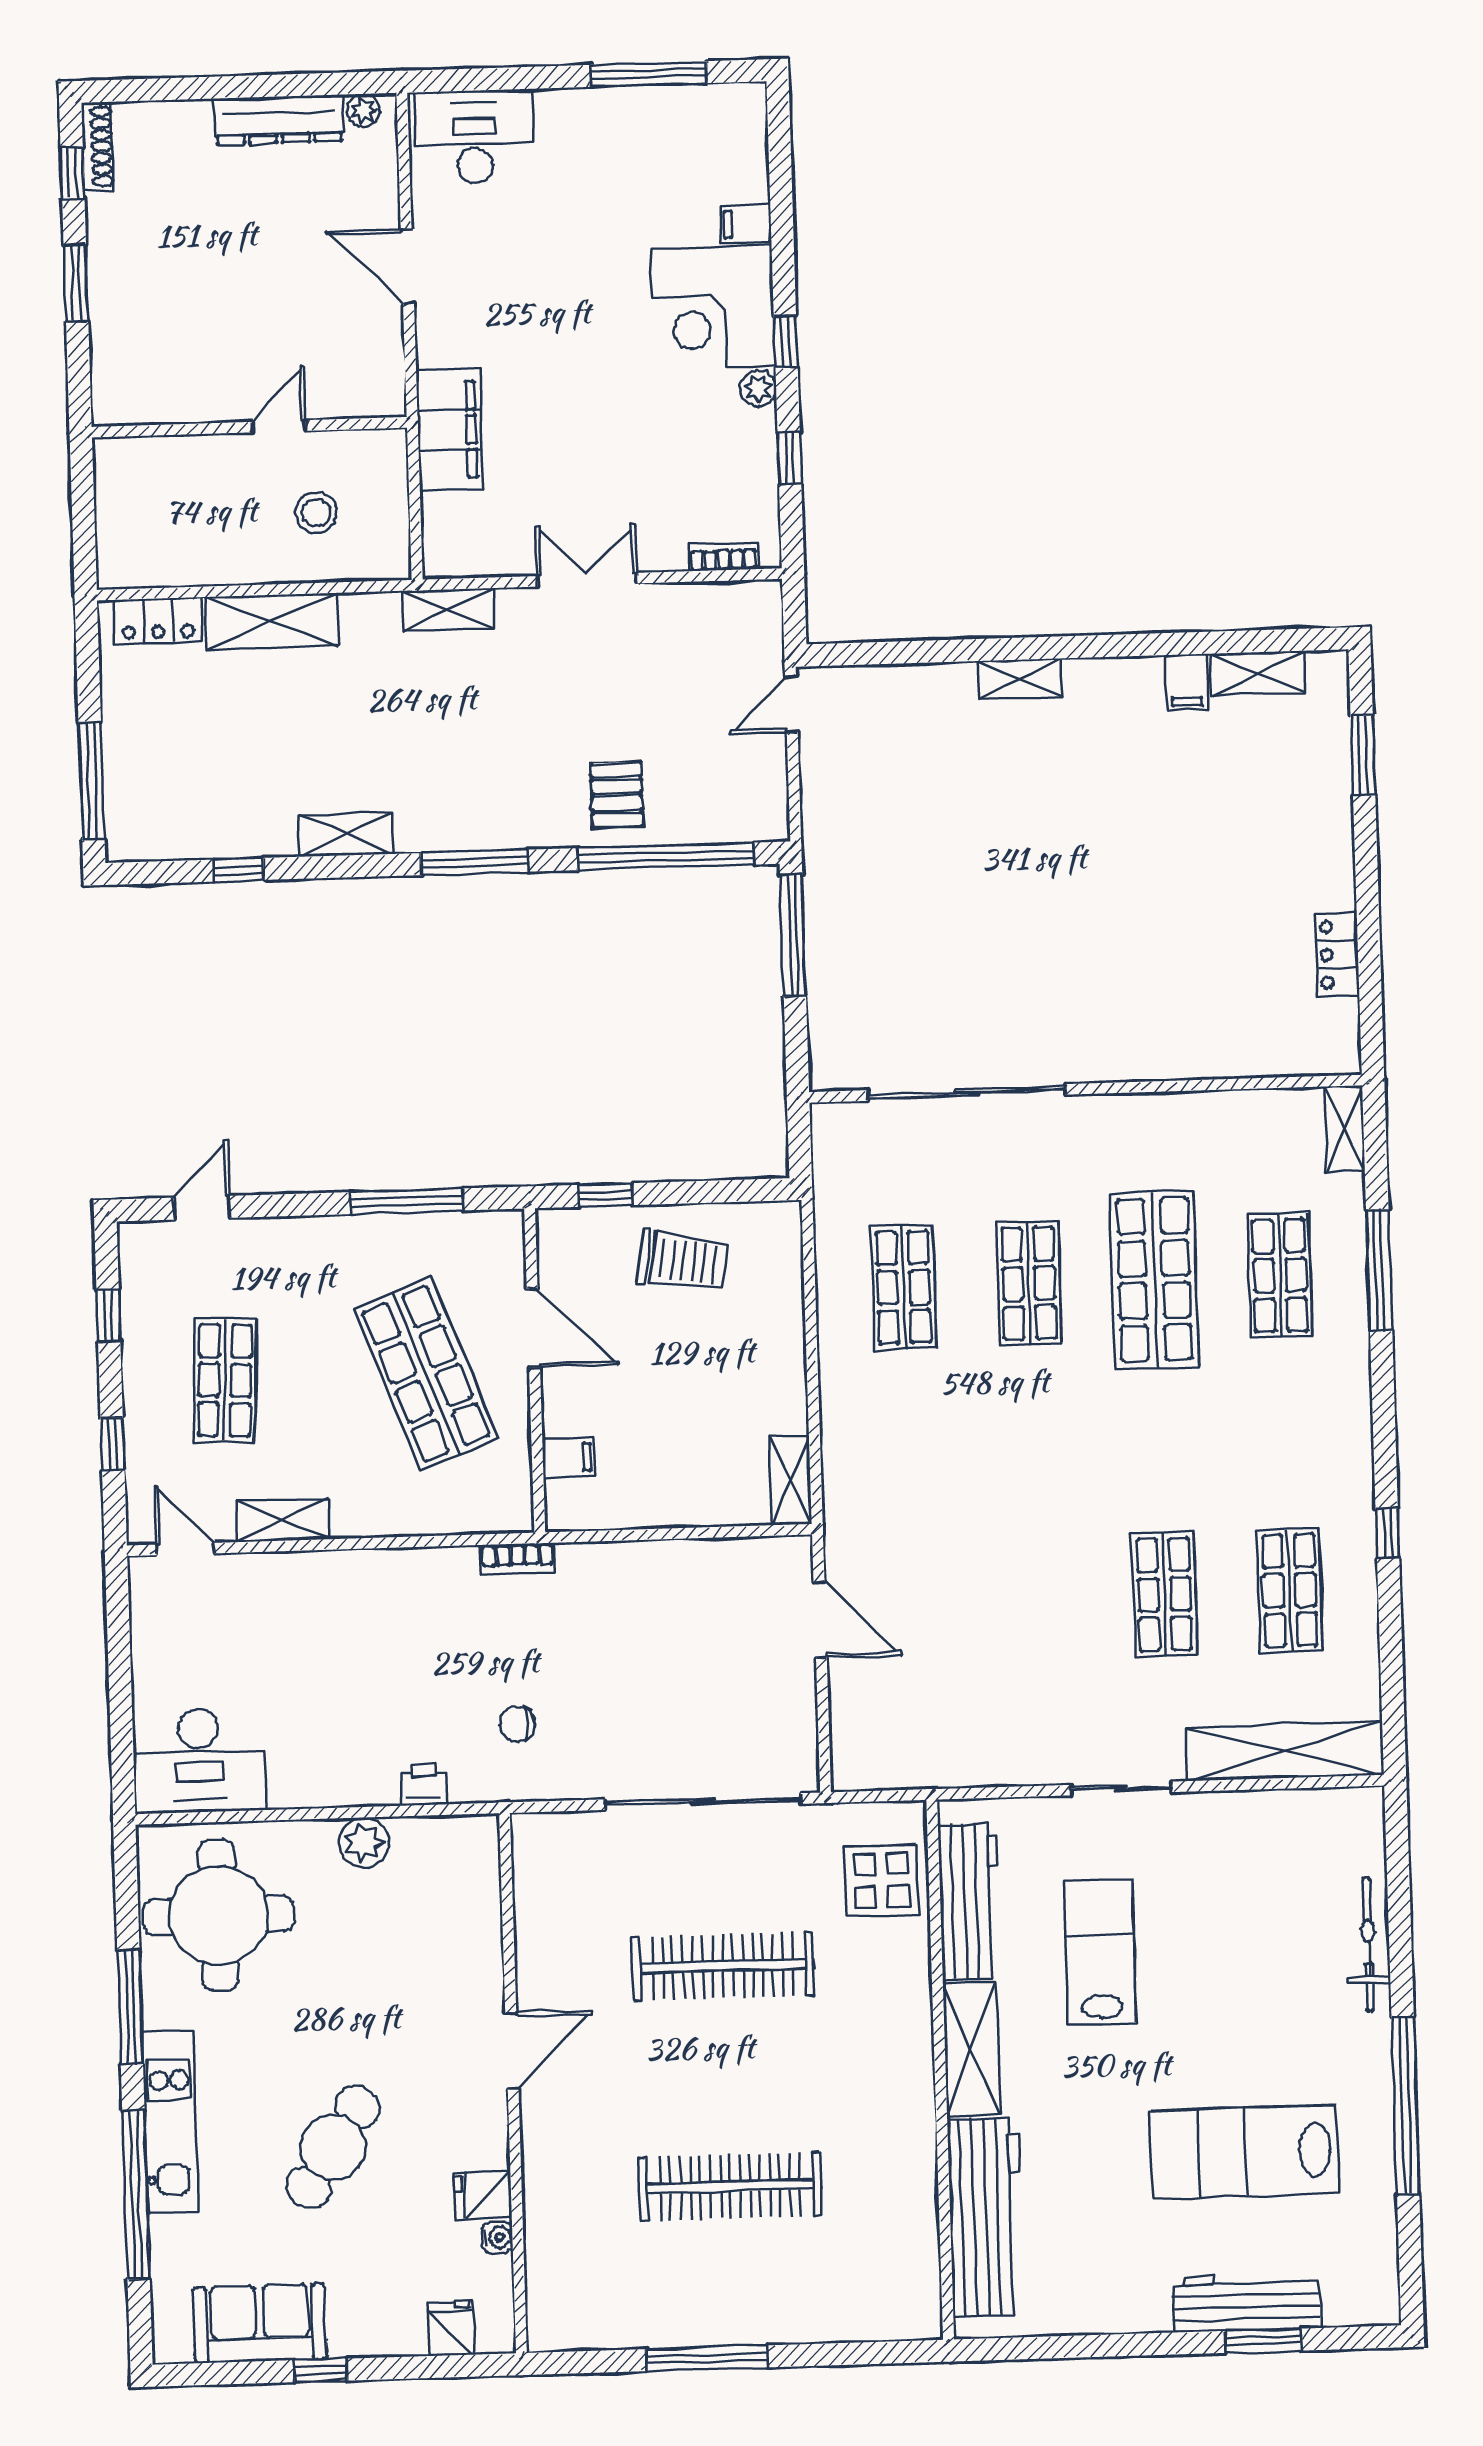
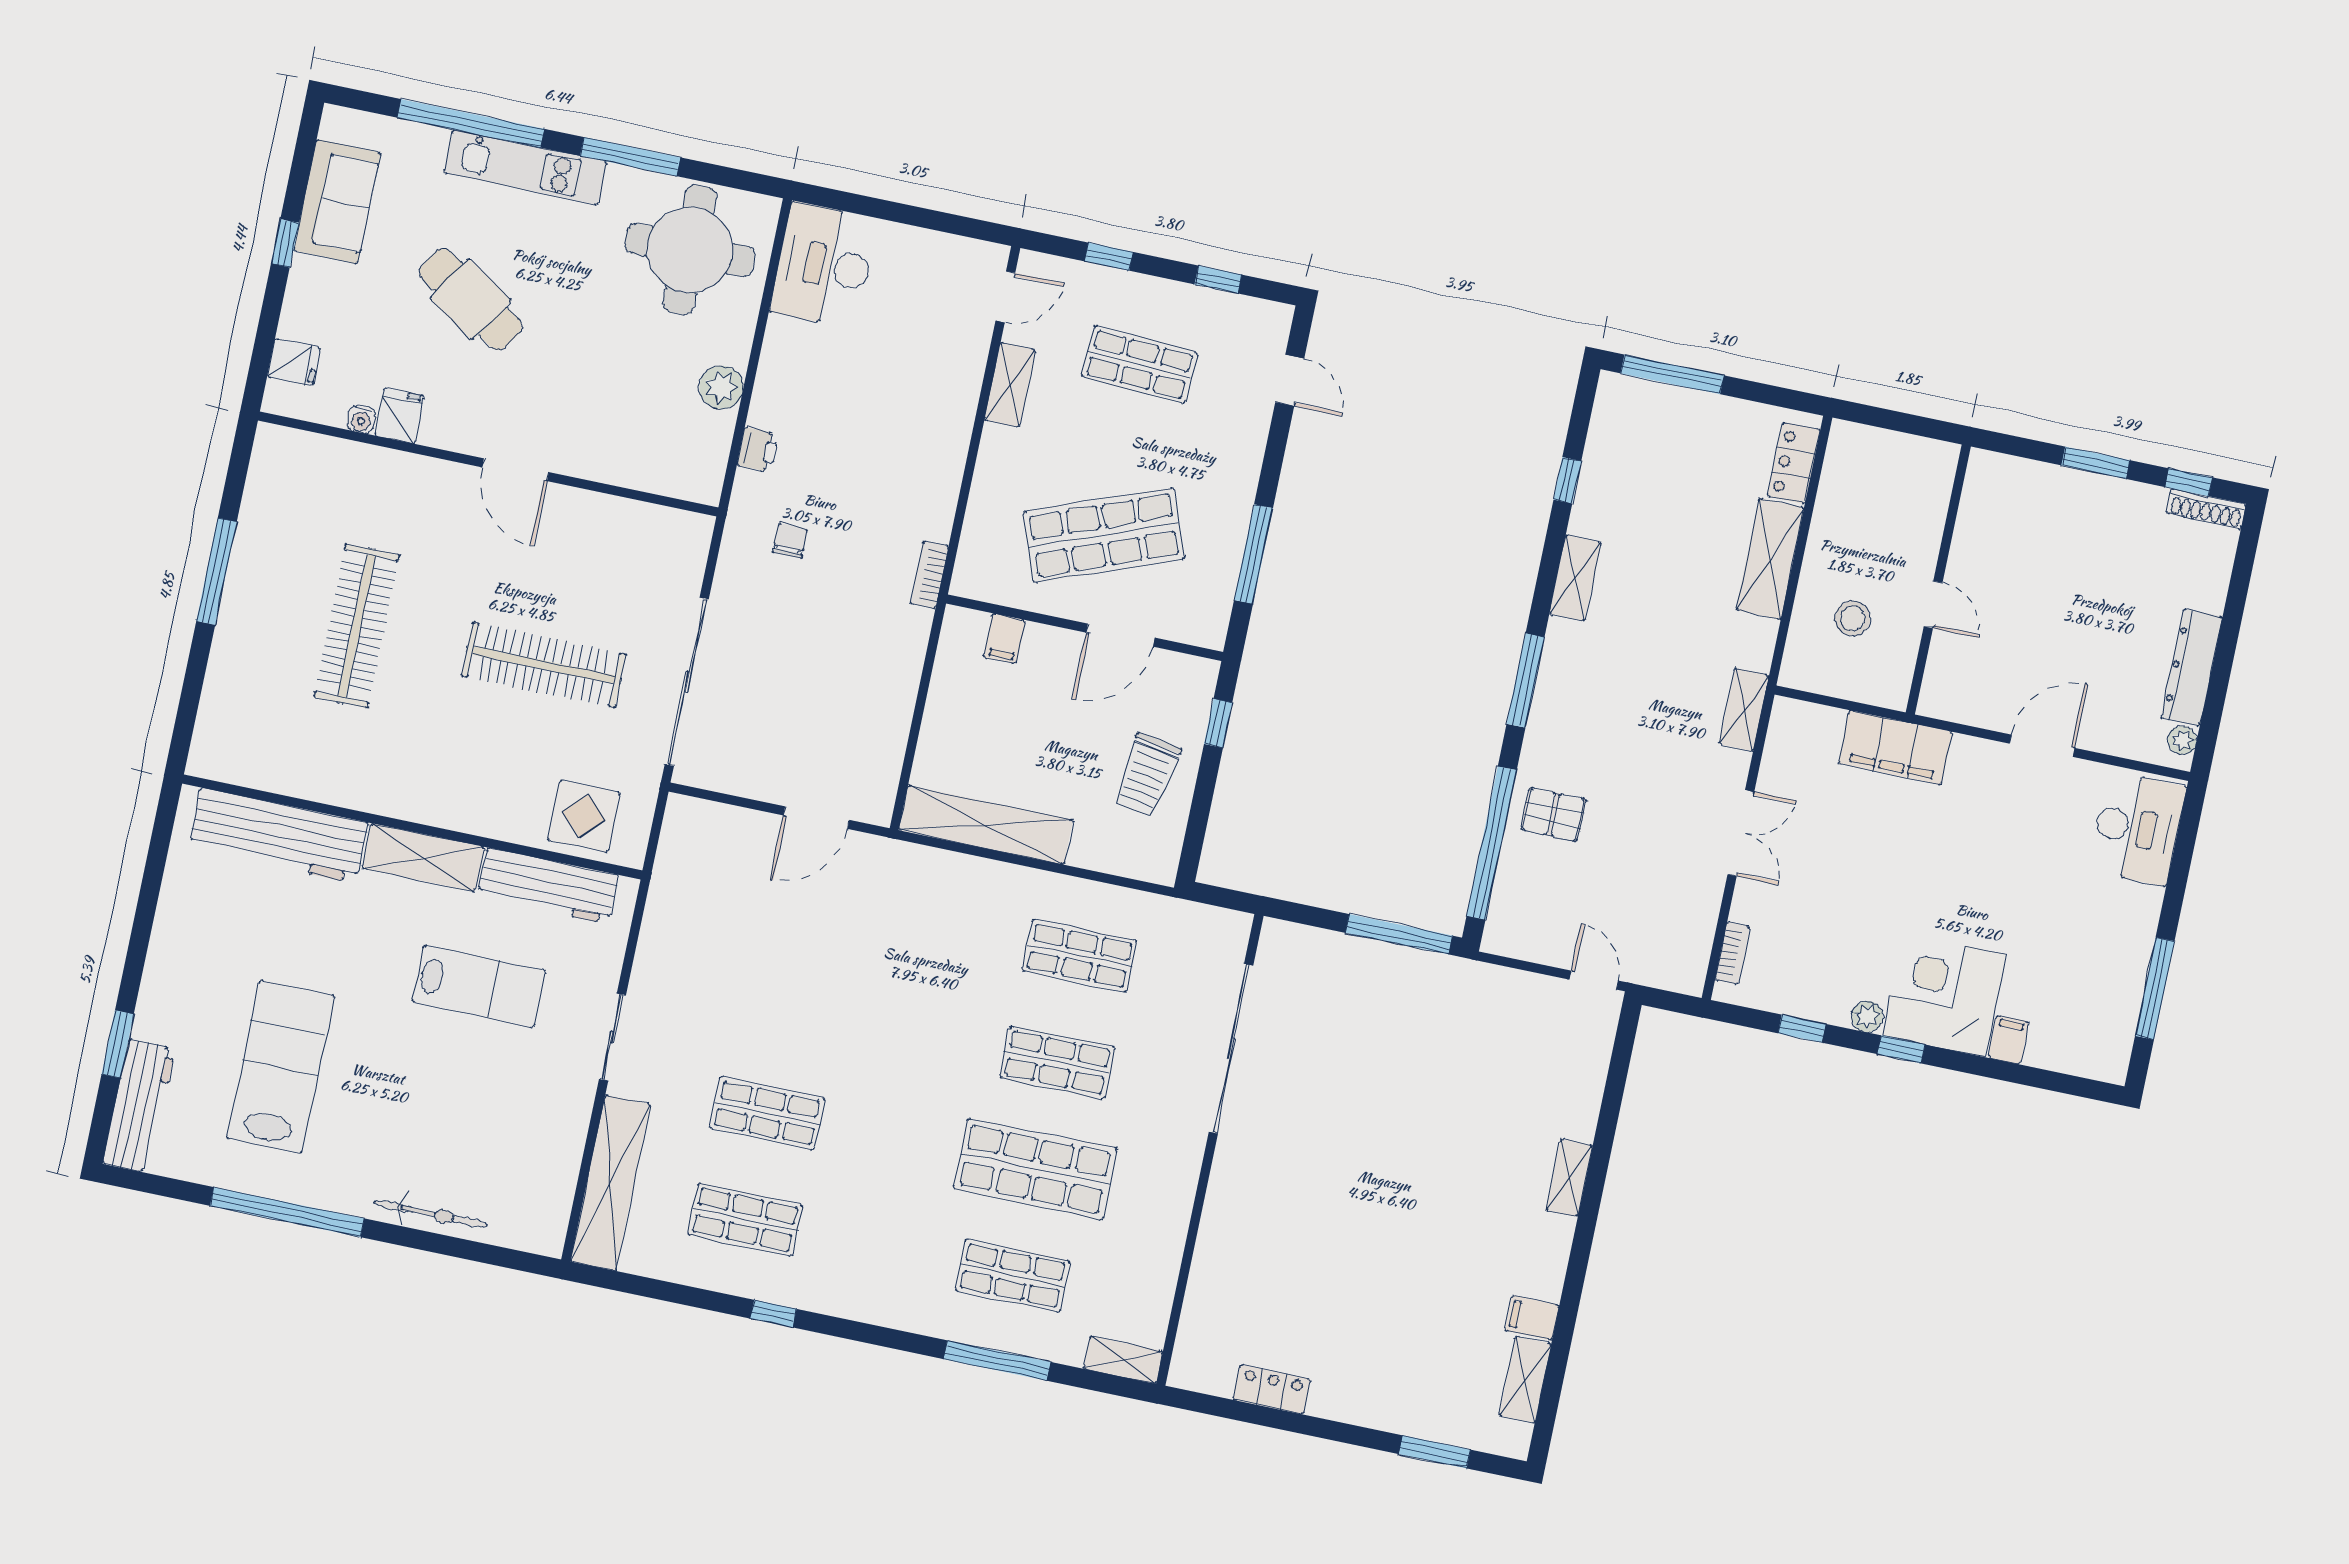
shelving: (791, 1480) -> (986, 825), width x2.20, depth x1.33
clothes rail: (723, 1966) -> (544, 665), turned 90
workbench: (1246, 2303) -> (139, 1106), moved

